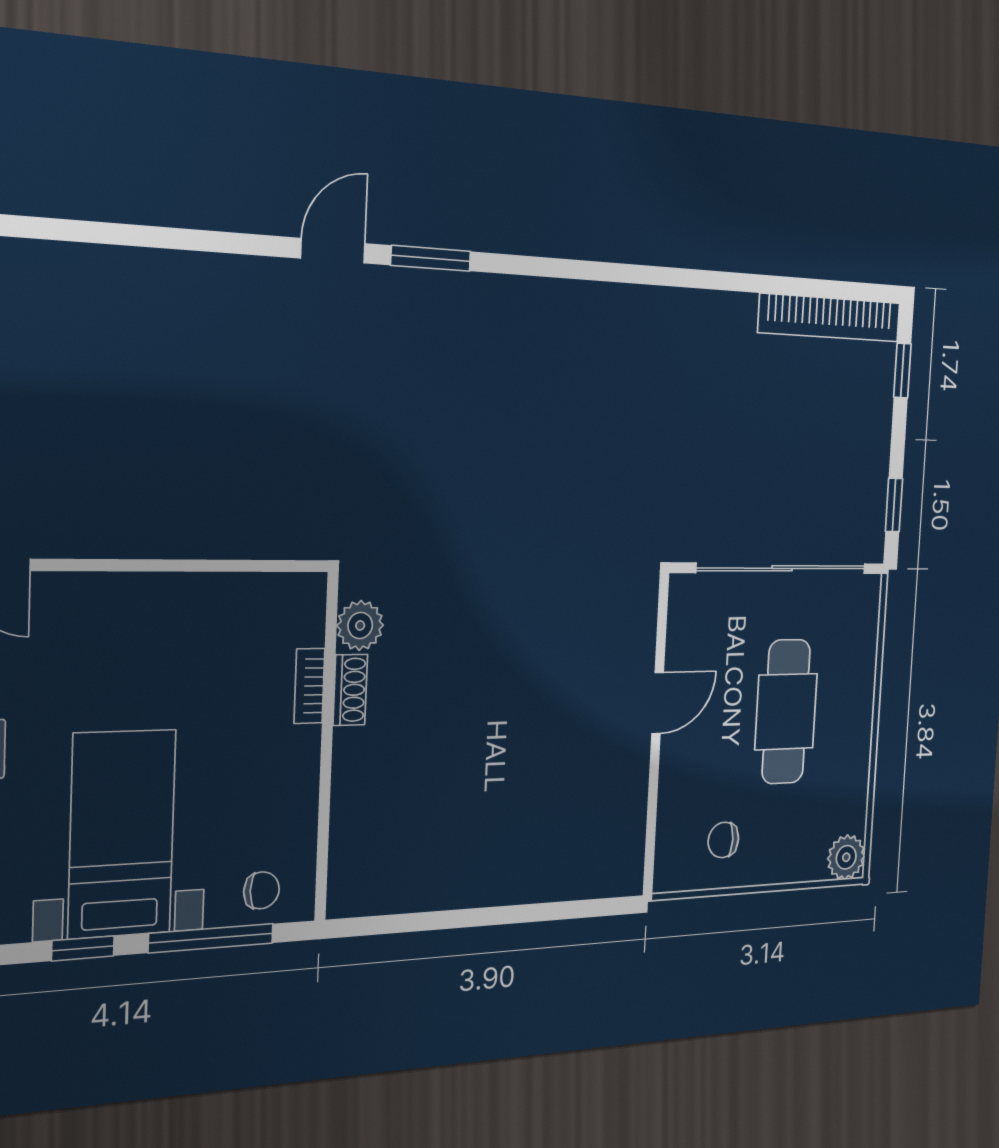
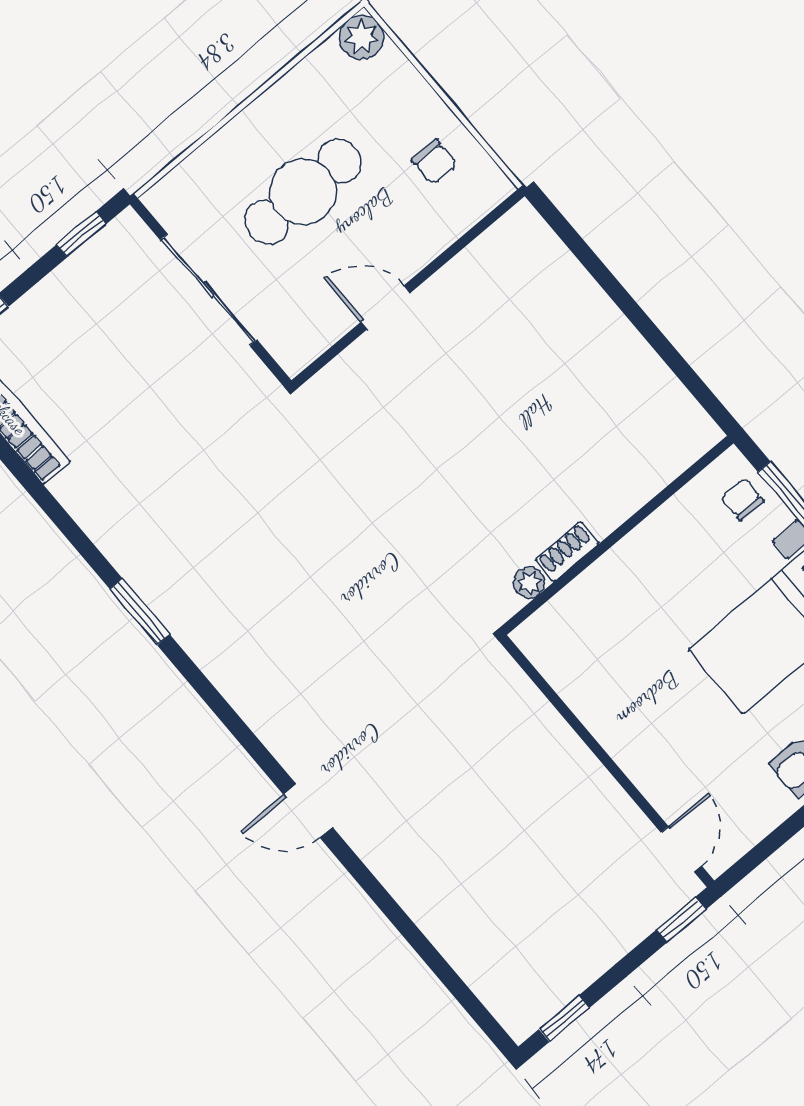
window: (431, 258) -> (140, 612), moved
sliding door: (782, 568) -> (209, 290), width x0.73
plant: (360, 625) -> (529, 583), width x0.73, depth x0.73
bookcase: (309, 686) -> (588, 583), removed

